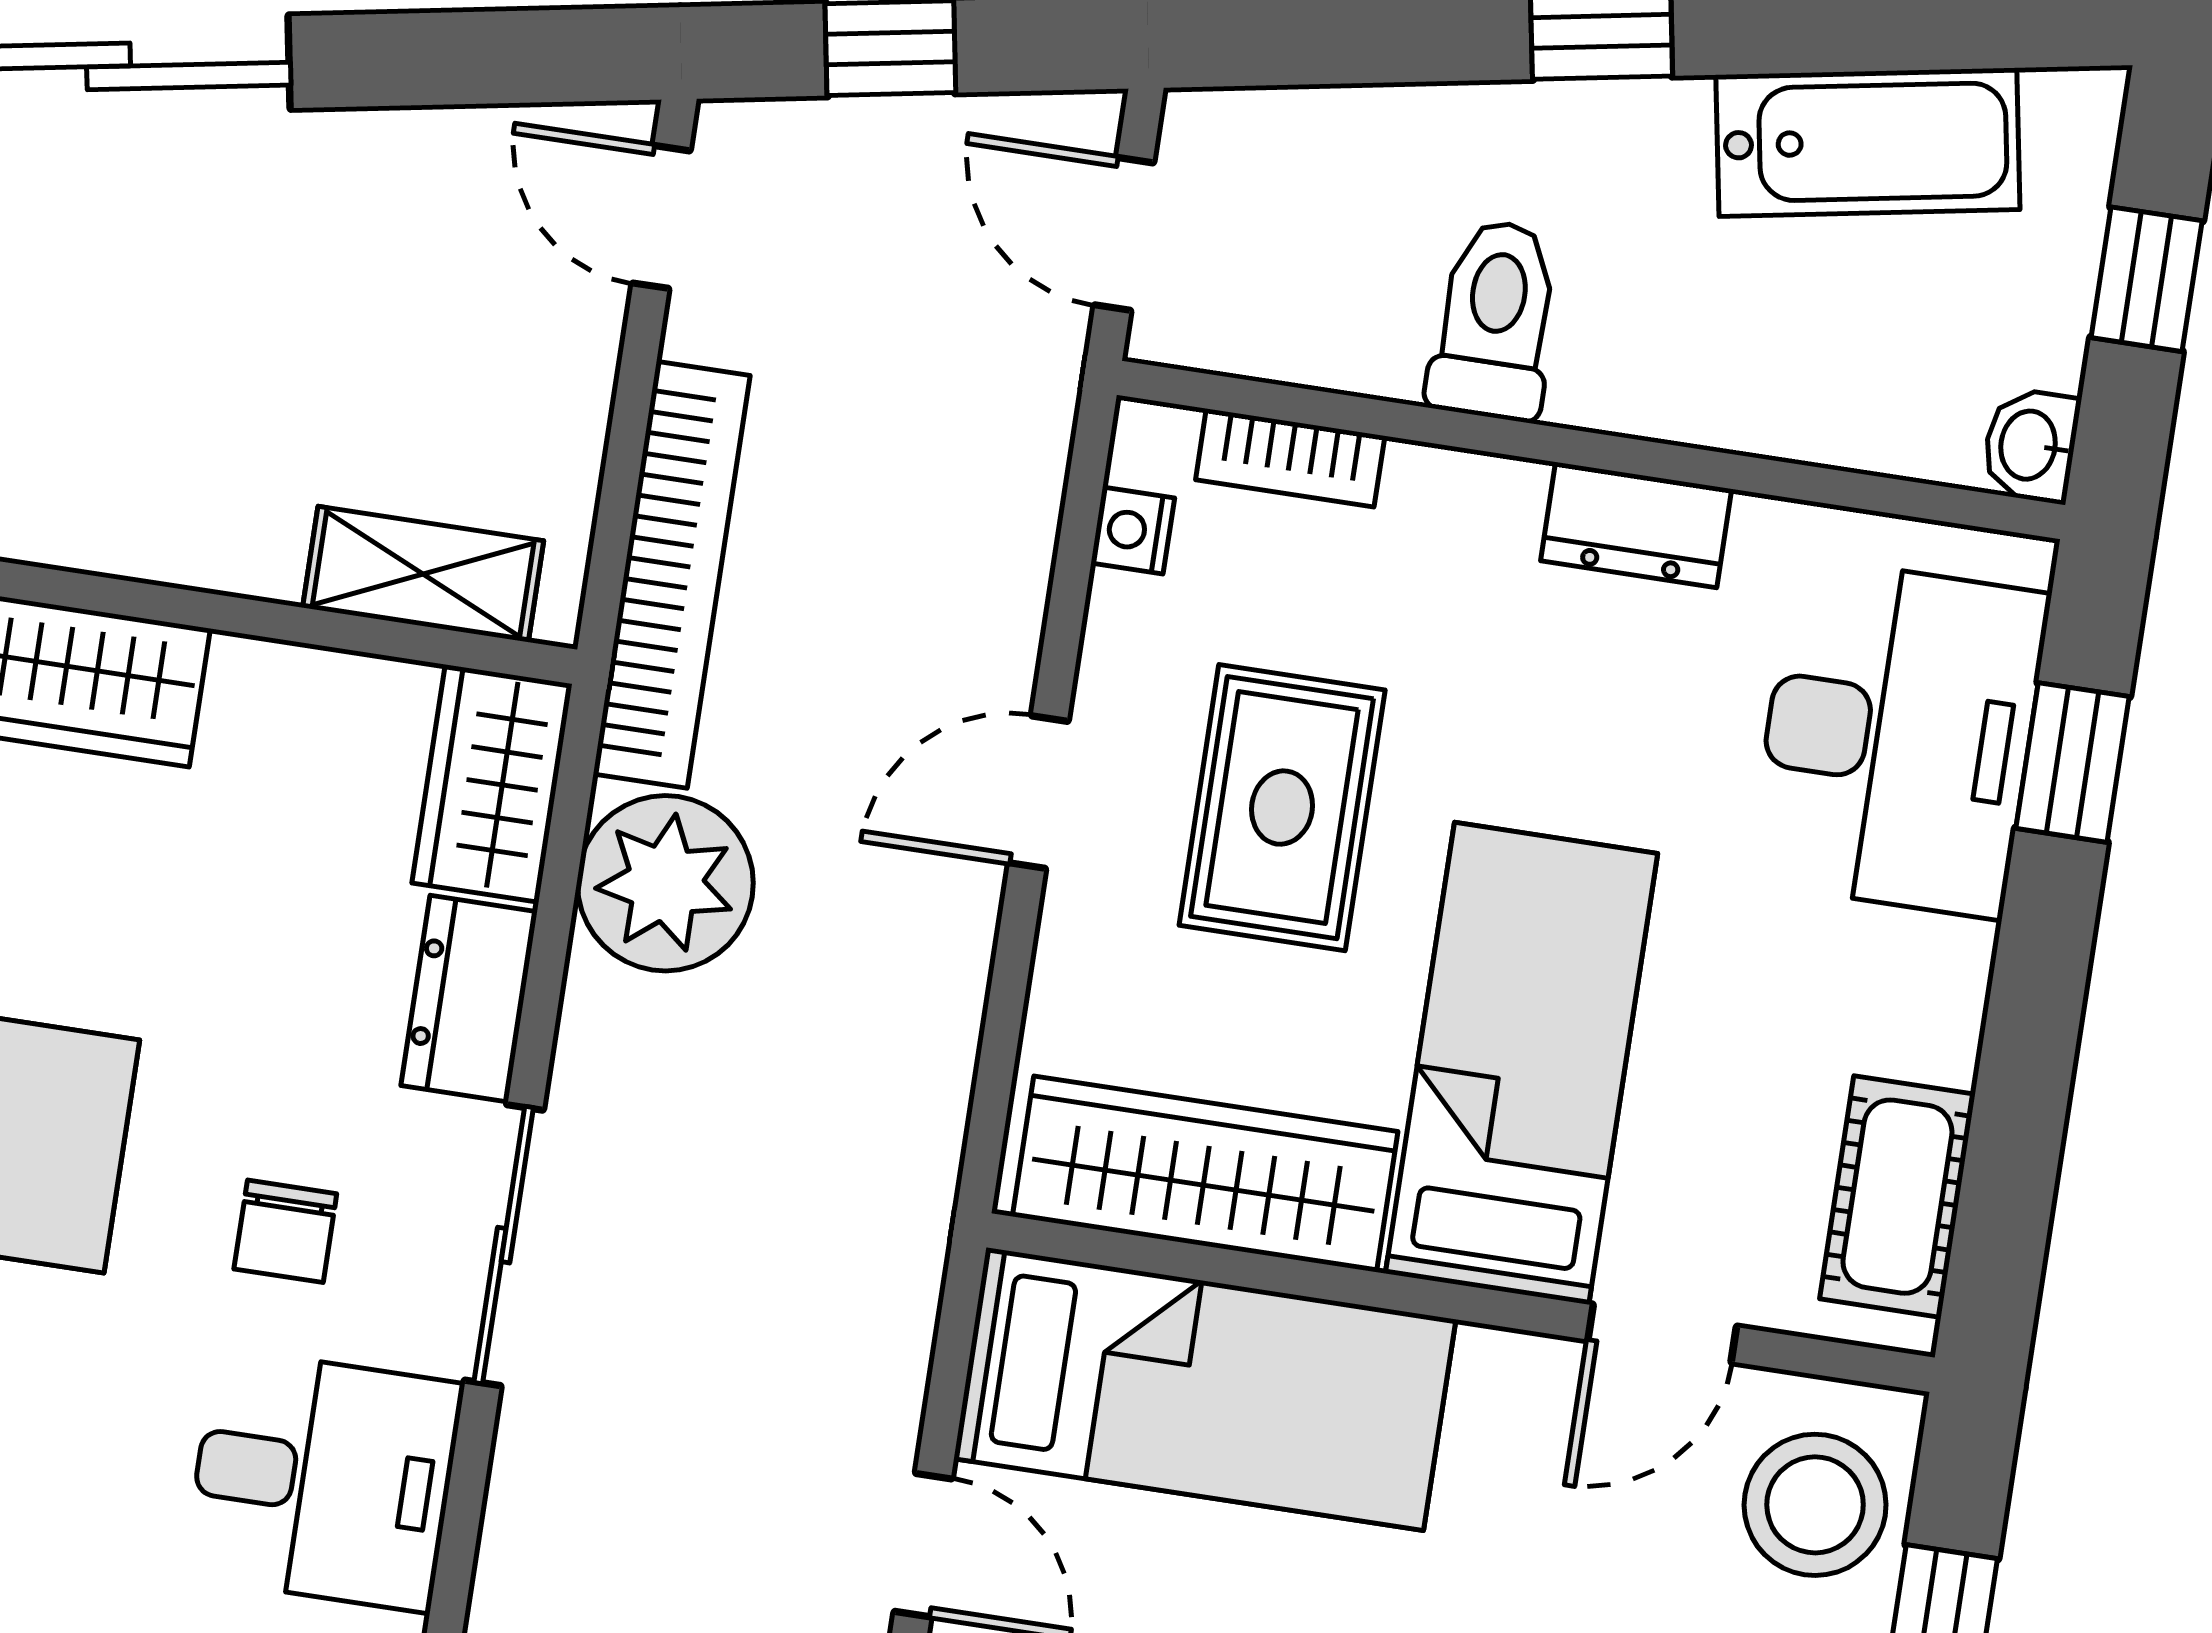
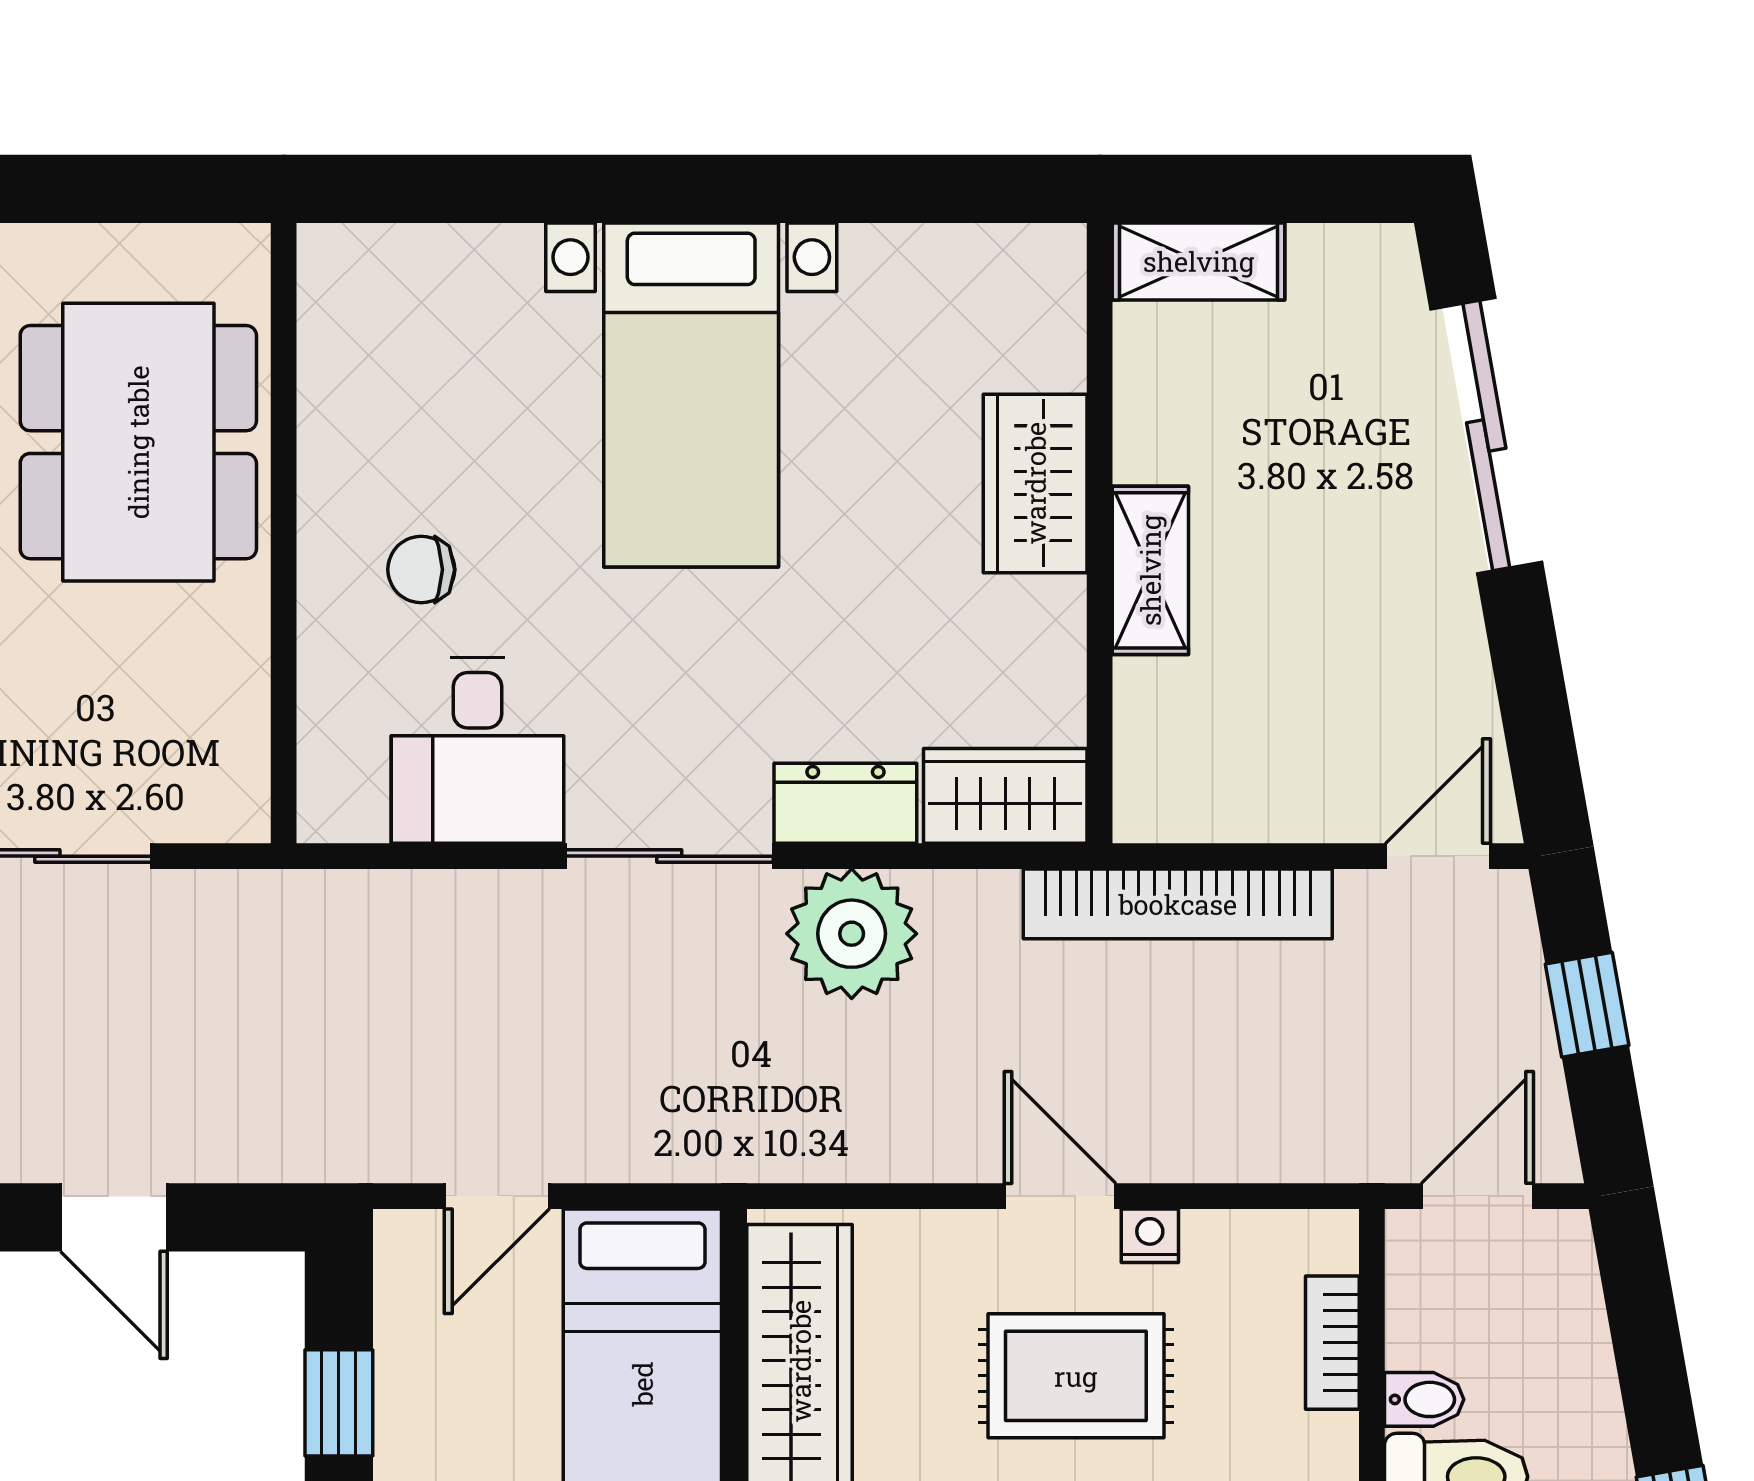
bidet: (1385, 347) -> (1424, 1399), added
nightstand: (1133, 530) -> (1150, 1236), moved
shelving: (423, 574) -> (1150, 570), moved
plant: (665, 883) -> (852, 934), moved
chair: (285, 1231) -> (421, 570), moved

